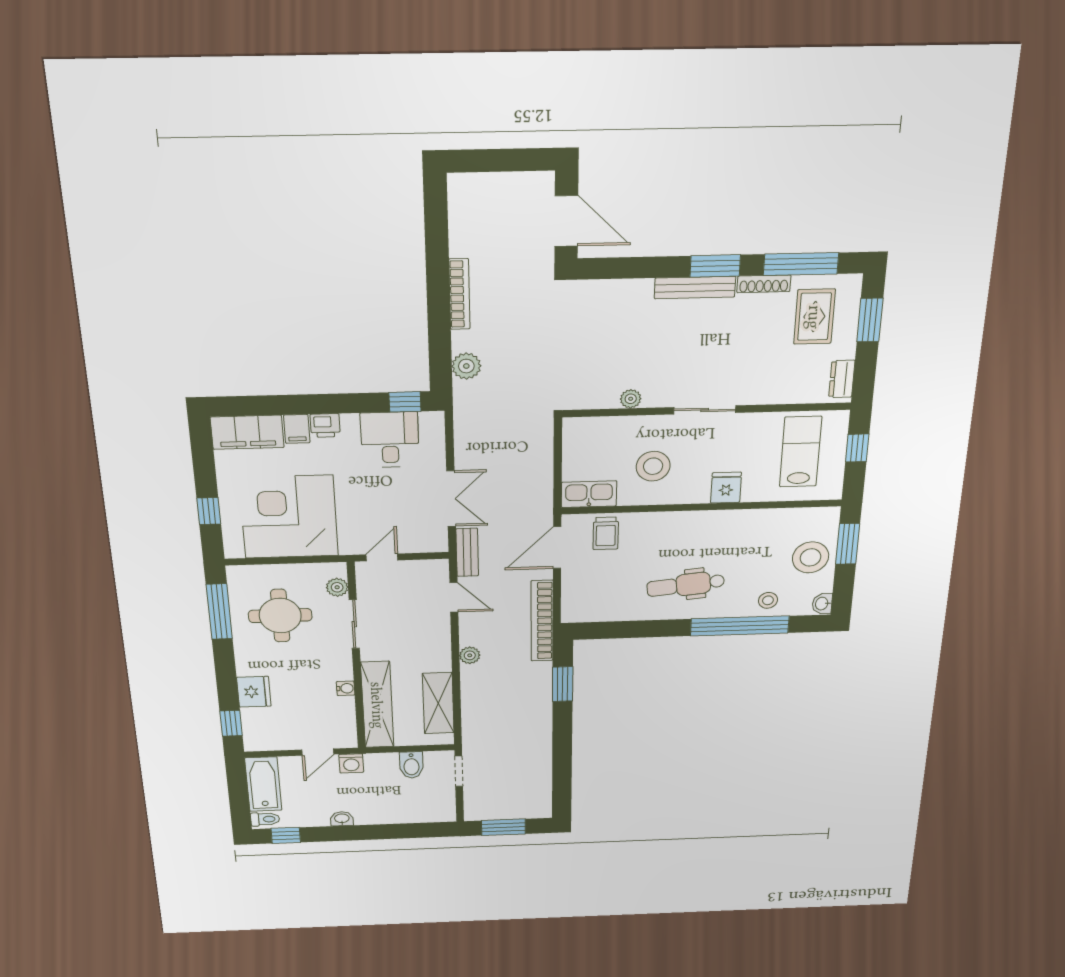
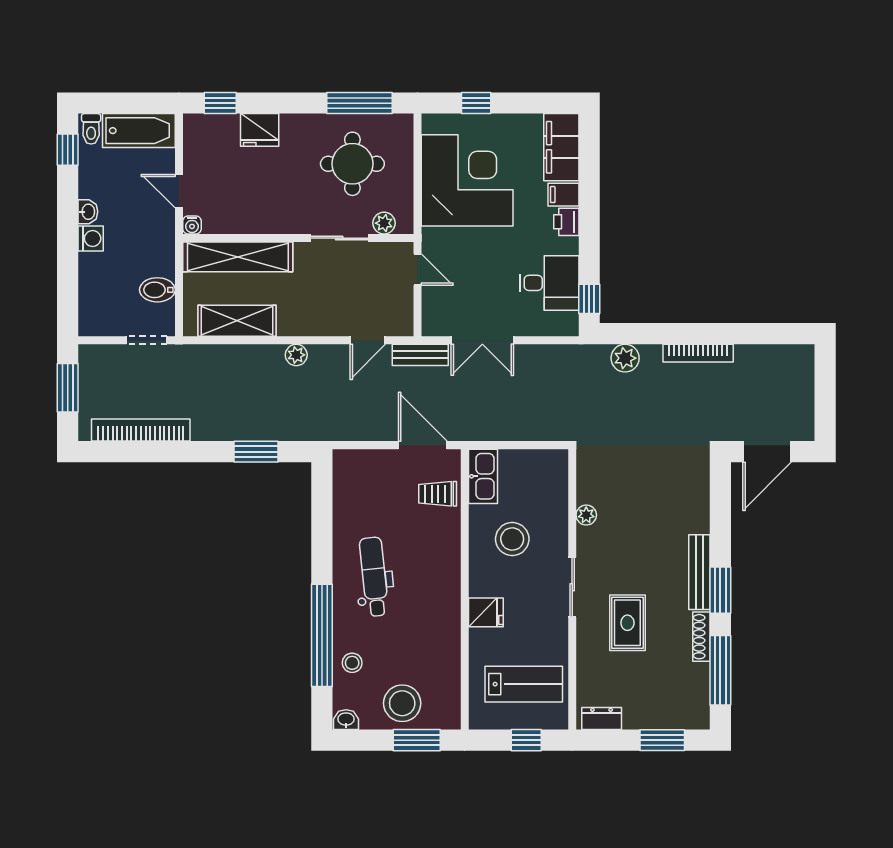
rug: (814, 317) -> (627, 623), moved, turned 90
bookcase: (542, 621) -> (141, 430), moved
water cooler: (346, 688) -> (192, 225), moved
washing machine: (351, 763) -> (91, 238), moved, turned 180

